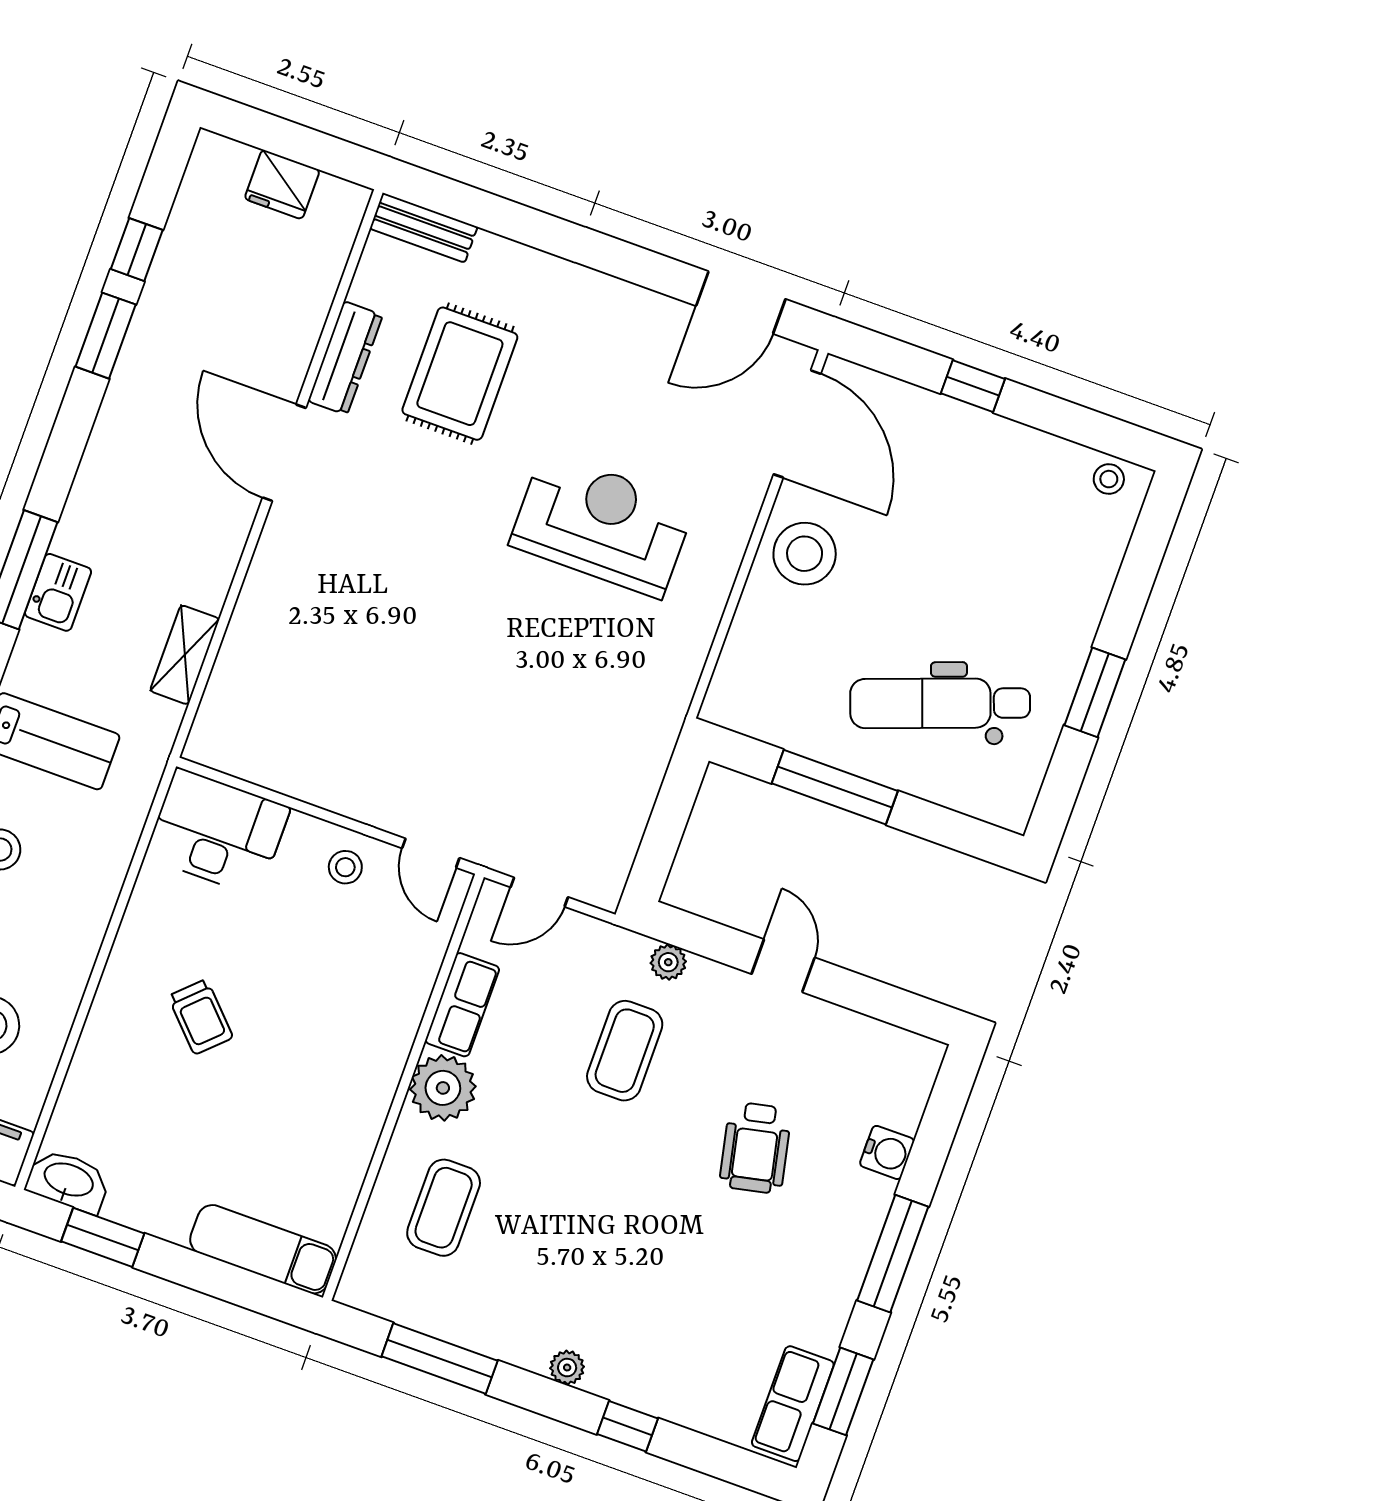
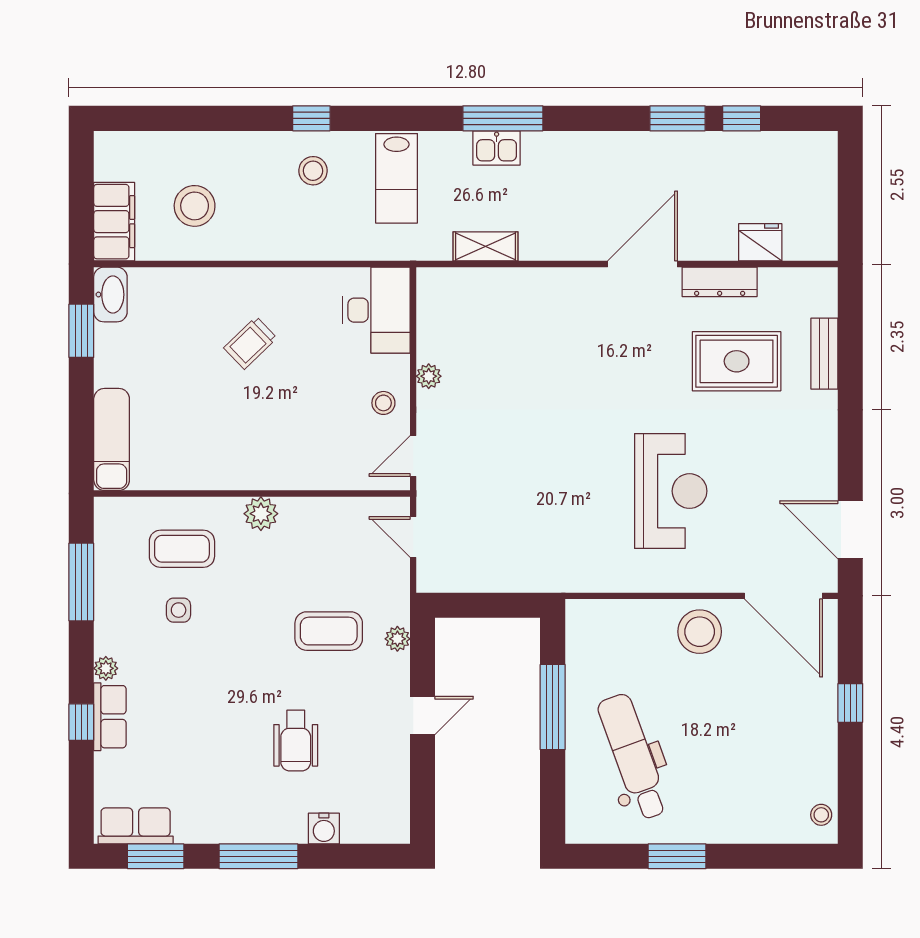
fridge: (282, 184) -> (760, 242), moved, turned 90
bench: (424, 228) -> (824, 354), moved
door: (797, 424) -> (783, 596), hinge flipped
plant: (331, 794) -> (429, 376), added
row of seats: (462, 1005) -> (110, 717), moved, turned -90
plant: (443, 1088) -> (261, 514), width x0.73, depth x0.73
wheelchair: (755, 1148) -> (296, 740), turned -78
side table: (524, 1242) -> (179, 610), added

